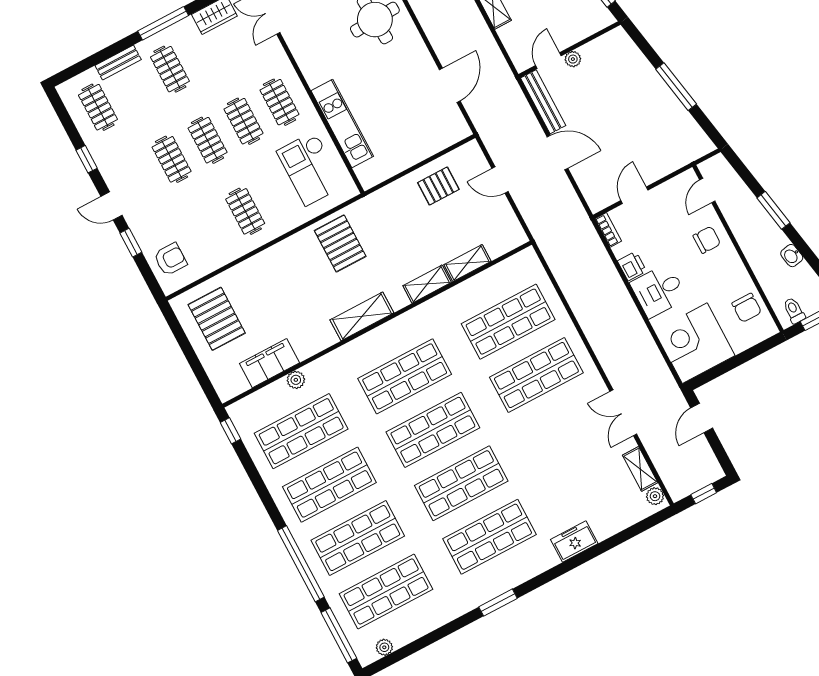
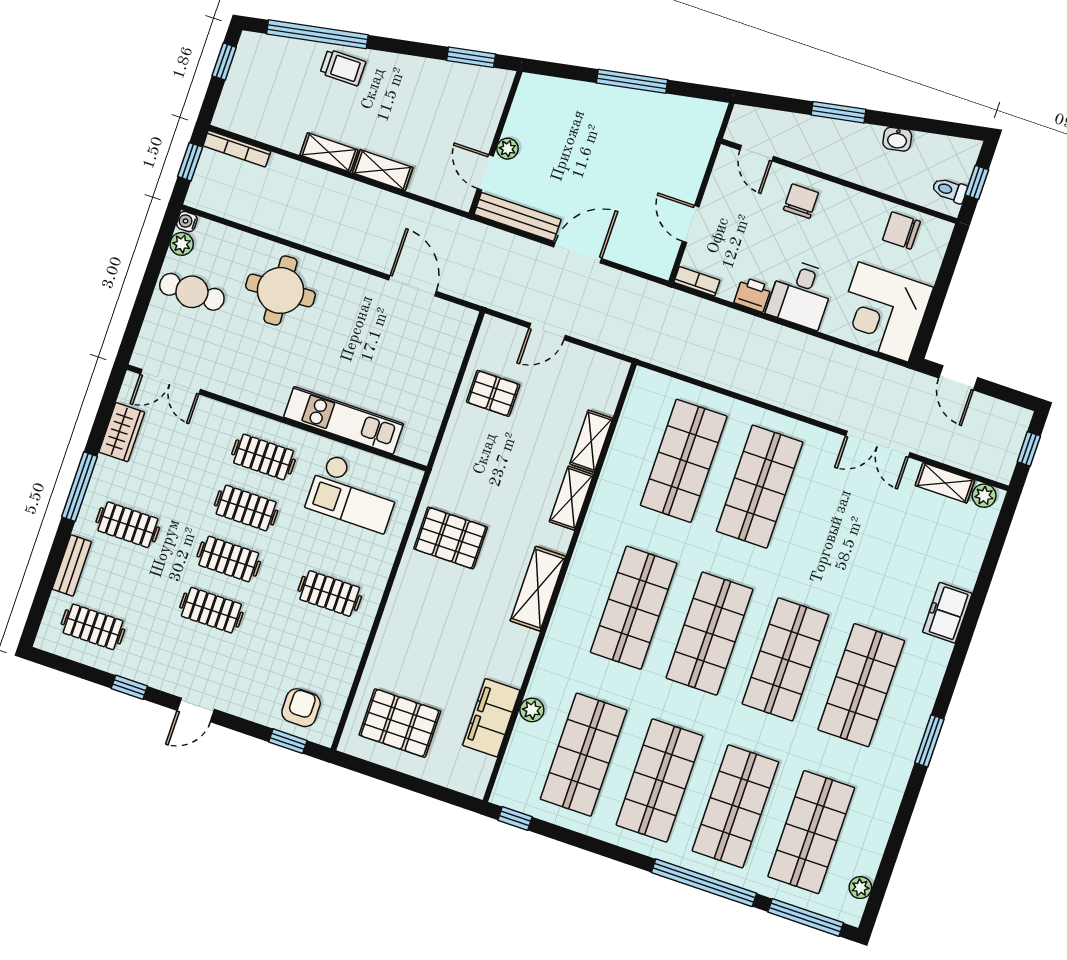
pallet: (438, 186) -> (493, 393), turned 90
window: (131, 243) -> (288, 741), moved
chair: (747, 308) -> (901, 231), turned 180

